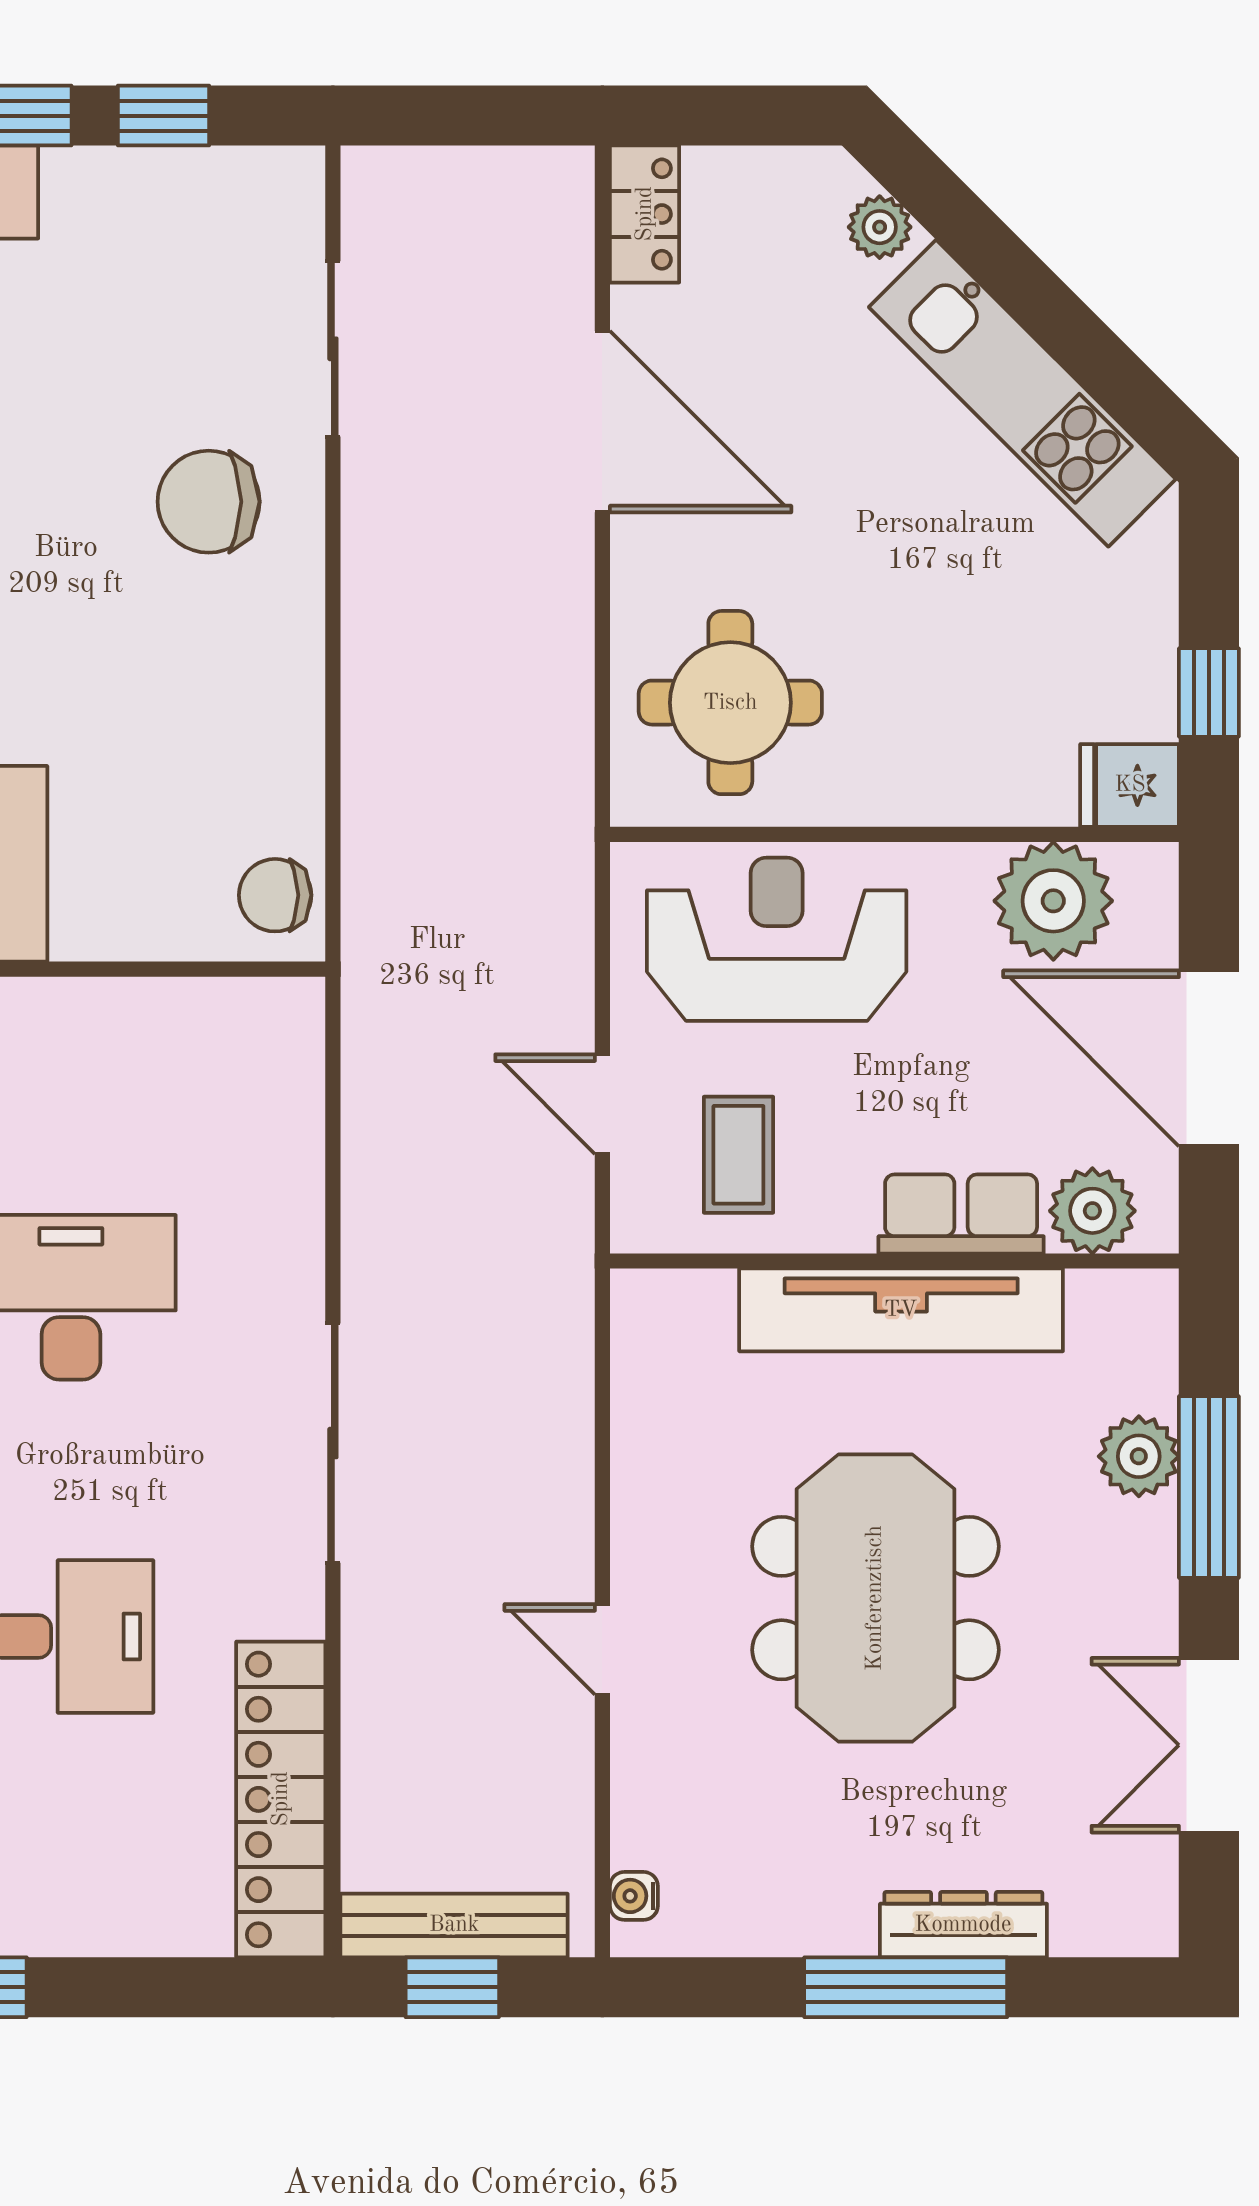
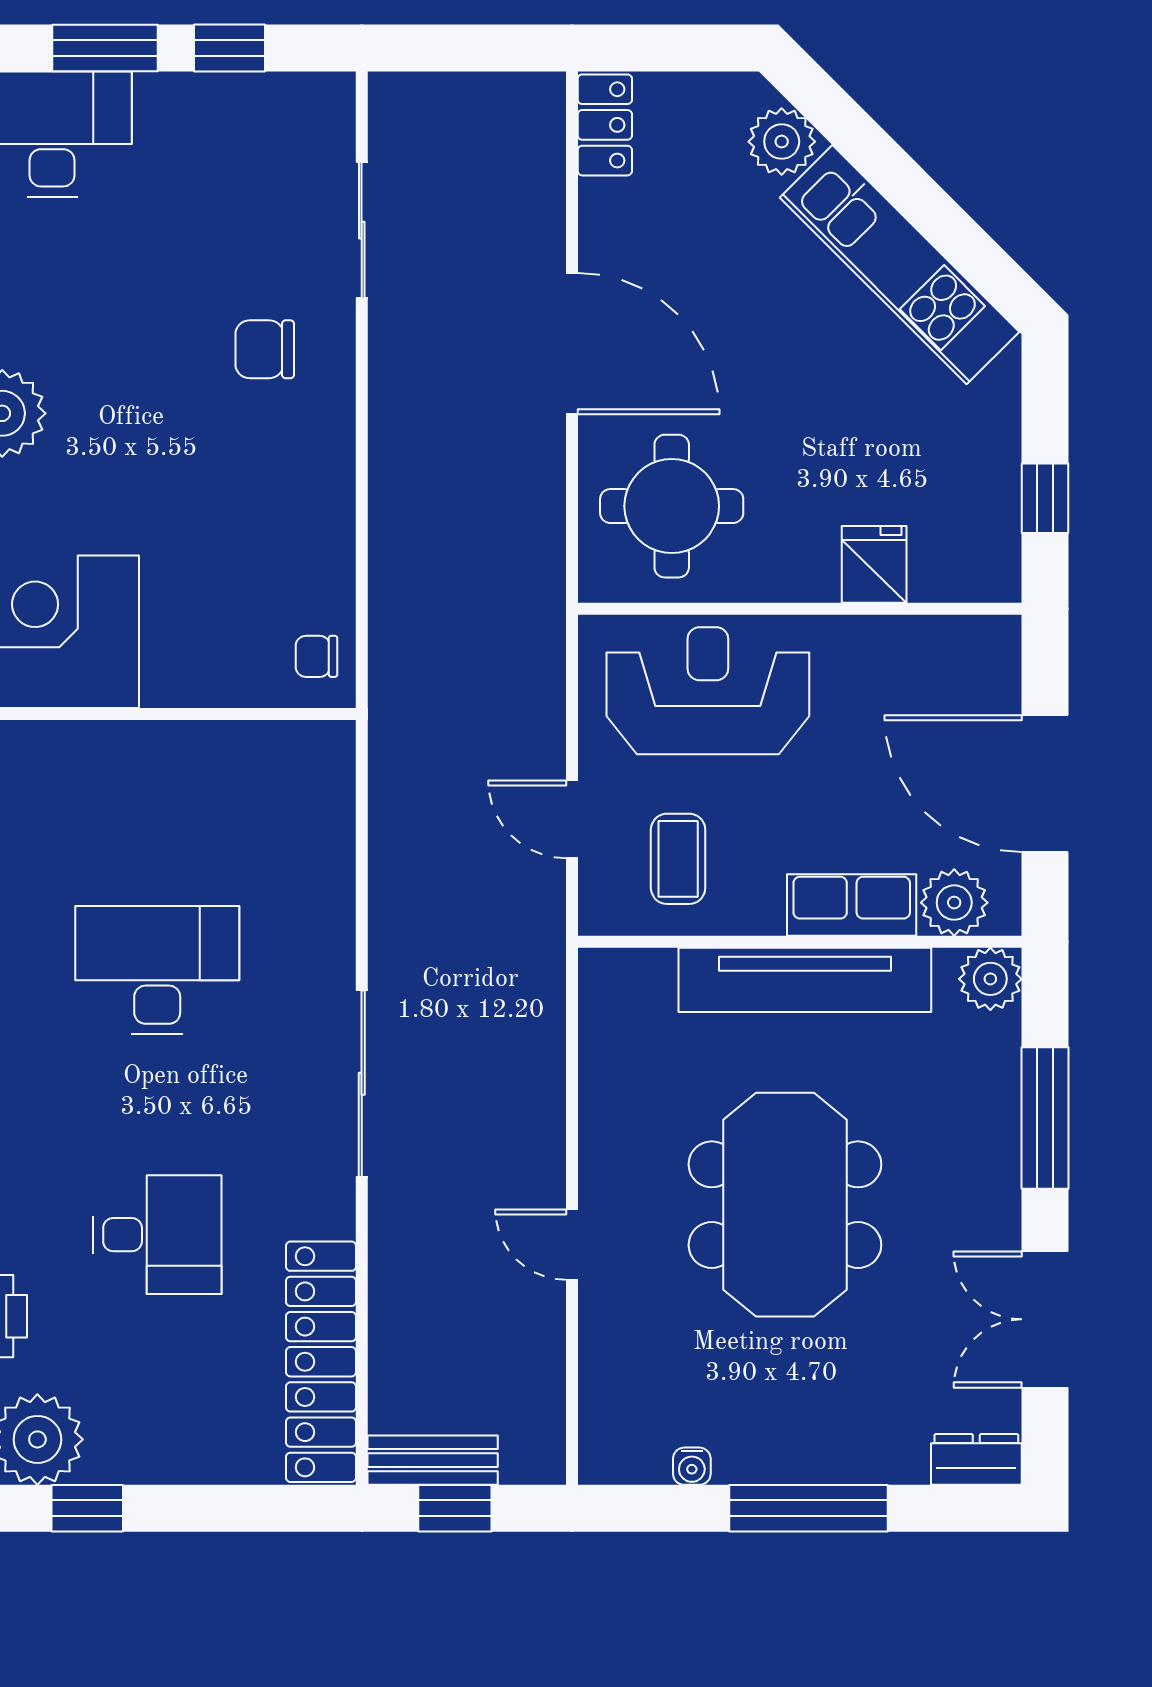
plant: (880, 227) -> (782, 142), width x1.38, depth x1.38
door: (602, 422) -> (572, 344), moved
chair: (209, 502) -> (265, 349), width x0.73, depth x0.73
fridge: (1130, 785) -> (874, 564), moved, turned 90
chair: (275, 895) -> (317, 656), width x0.73, depth x0.73
plant: (1053, 901) -> (924, 661), removed
plant: (1139, 1456) -> (990, 979), moved
water cooler: (634, 1896) -> (692, 1466), moved, turned -90
bench: (454, 1925) -> (433, 1460), width x0.73
dresser: (963, 1925) -> (976, 1459), moved, width x0.70

